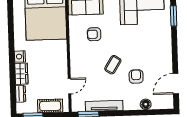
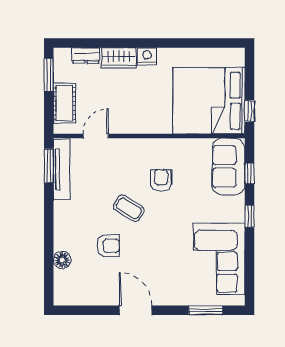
armchair: (94, 34) -> (161, 180), moved
door: (176, 84) -> (136, 310), moved
door: (69, 86) -> (96, 136), swing flipped
tv unit: (104, 106) -> (62, 170), moved

